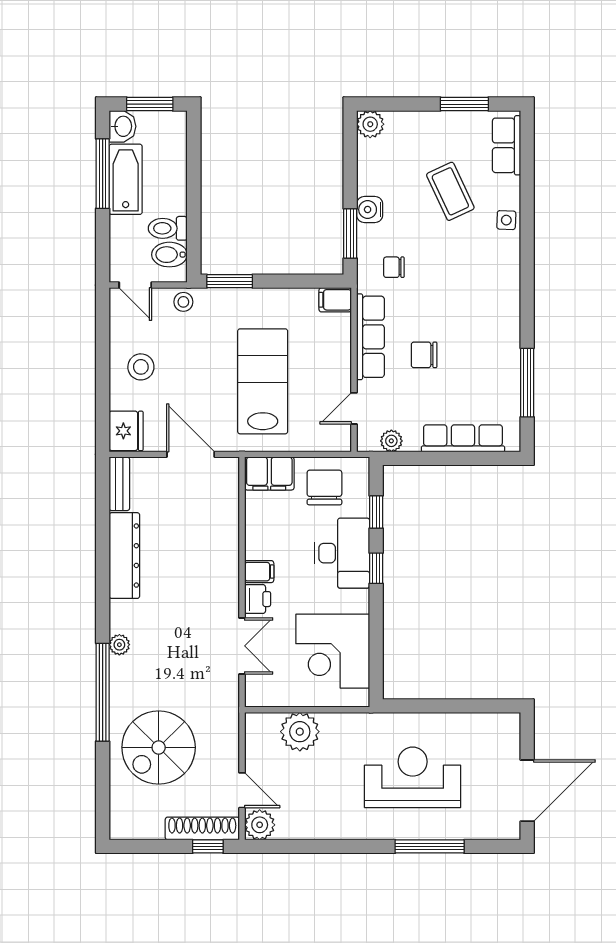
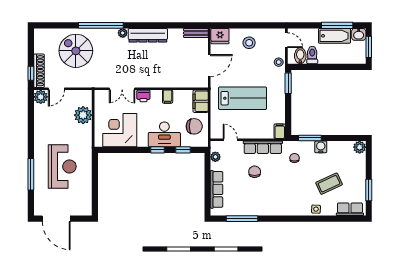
door: (135, 285) -> (286, 40), swing flipped
dresser: (124, 556) -> (148, 35), moved
filing cabinet: (259, 572) -> (168, 97), moved

